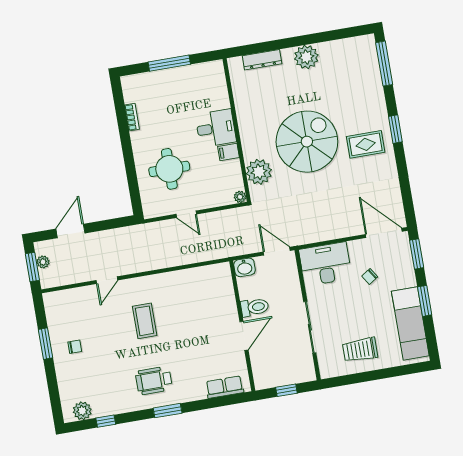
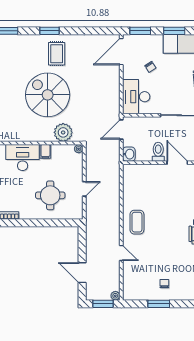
desk: (216, 128) -> (23, 158), width x1.37
plant: (43, 262) -> (115, 296), moved
coffee table: (145, 321) -> (137, 222), moved, turned 90

